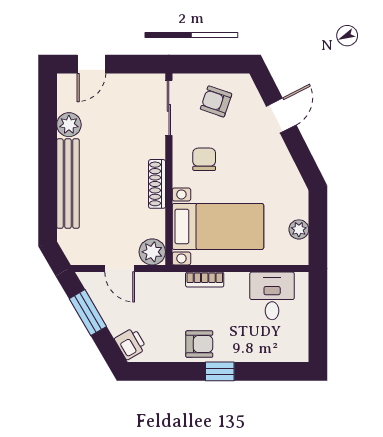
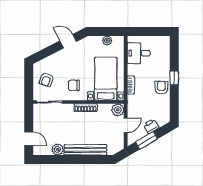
door: (281, 116) -> (68, 41), moved
printer: (130, 344) -> (151, 126), moved

